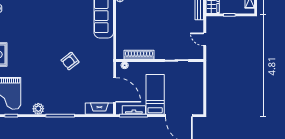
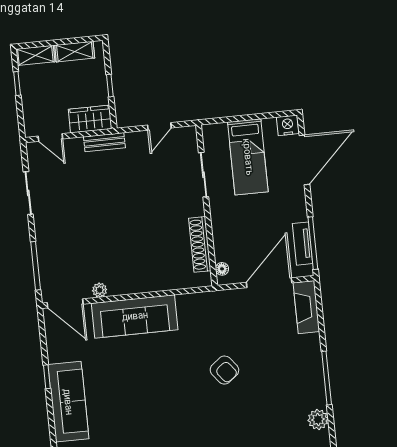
bed: (155, 94) -> (248, 157), moved, turned -90
nightstand: (198, 108) -> (288, 125), added

